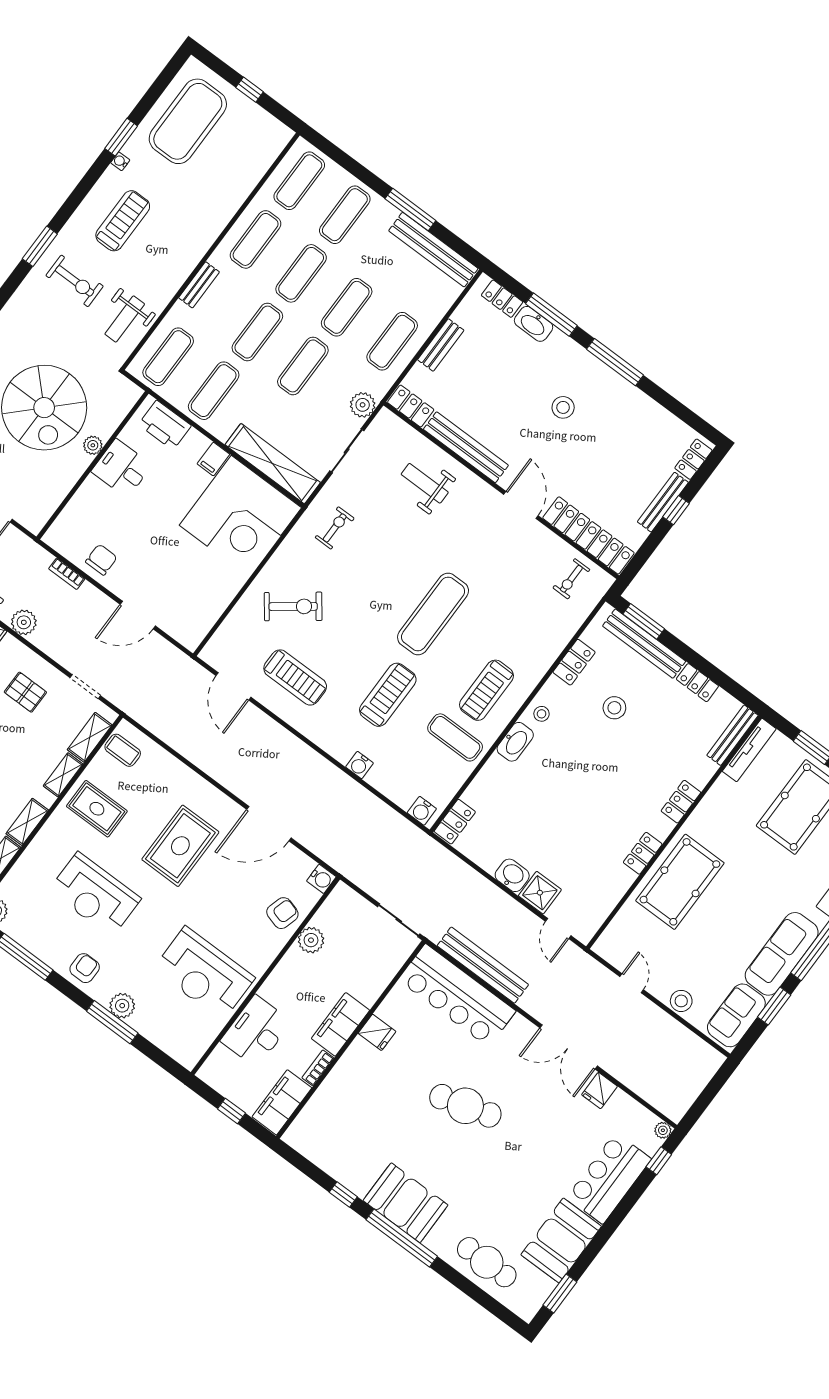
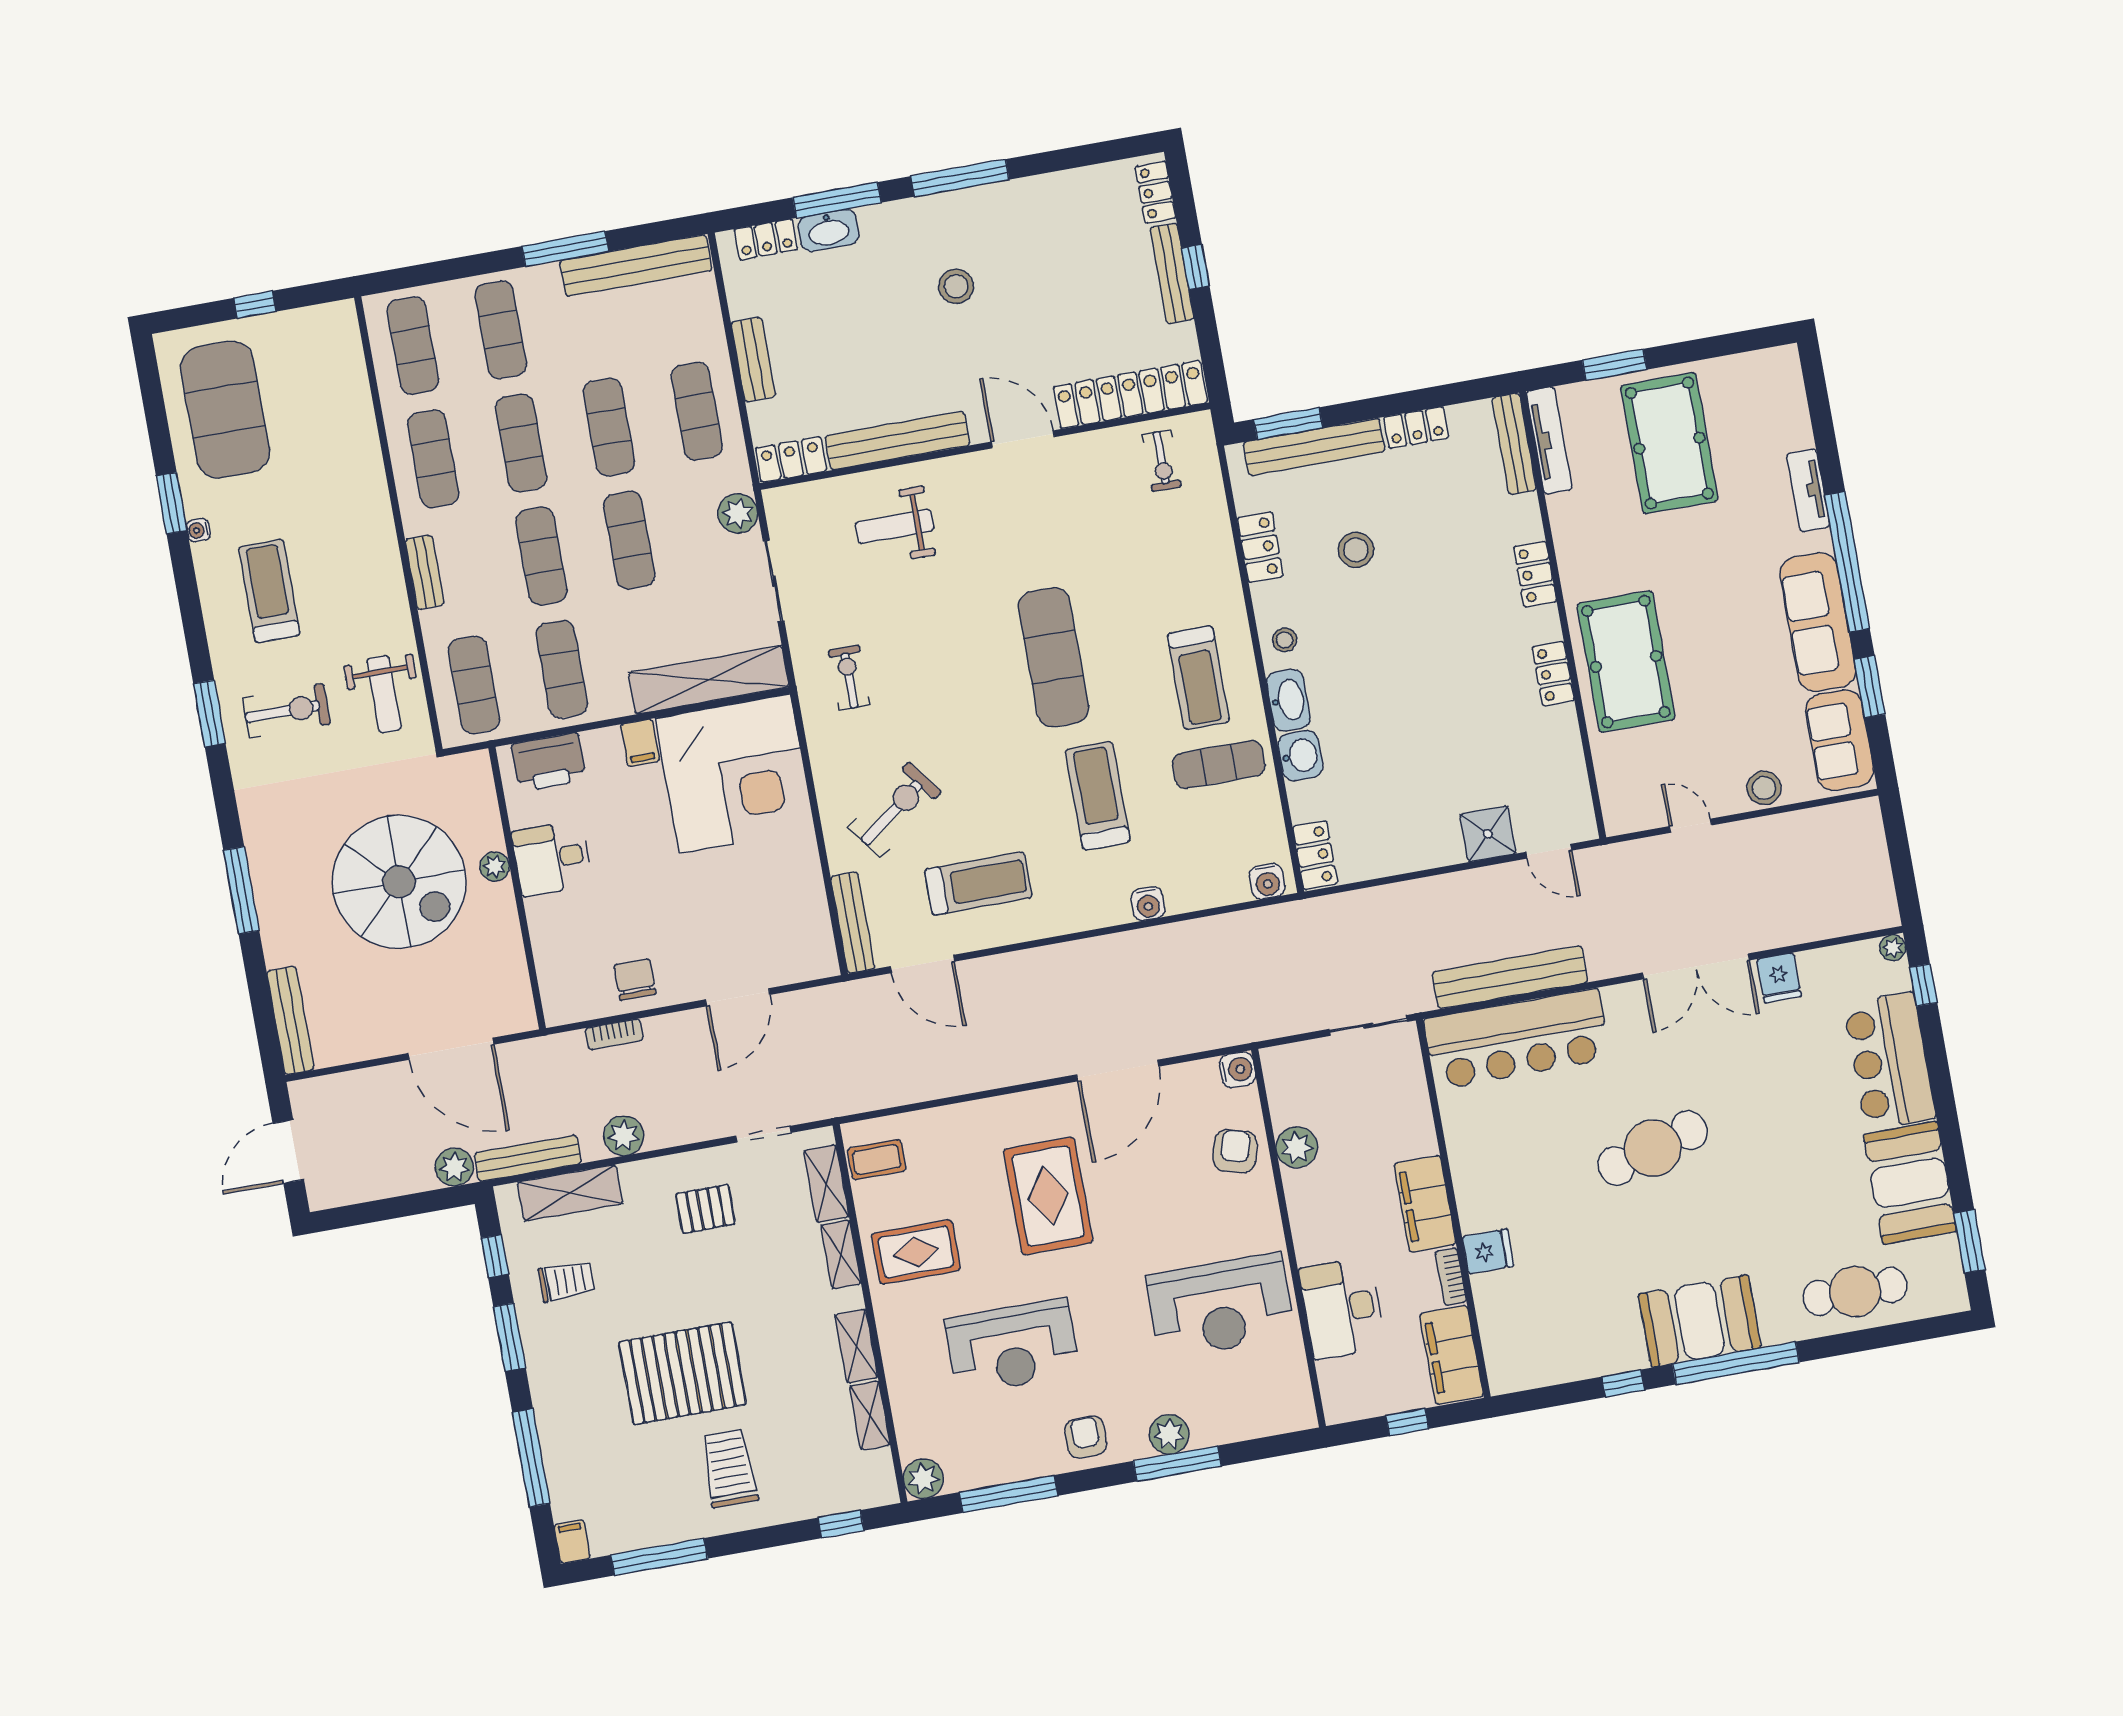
bench: (222, 636) -> (853, 923), added
washbasin: (512, 875) -> (1300, 756), moved, turned 90
fridge: (377, 1032) -> (1488, 1251), moved

